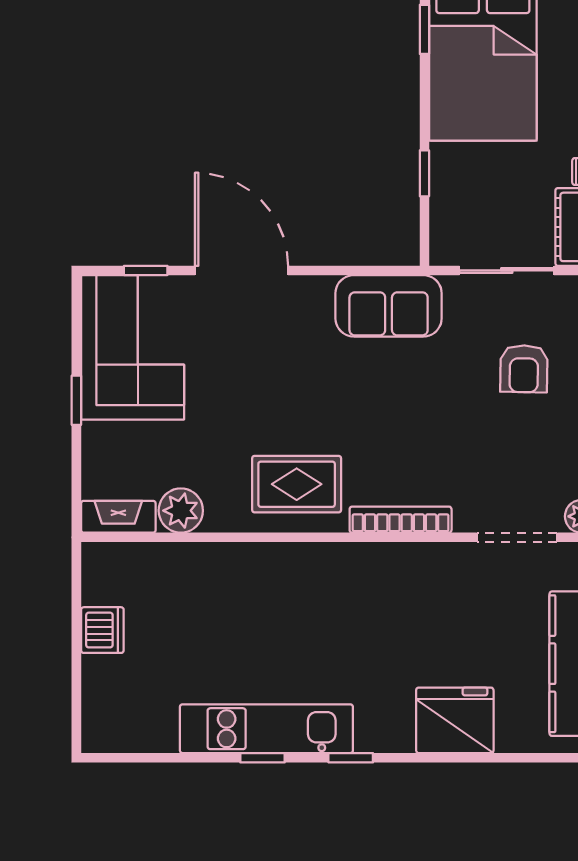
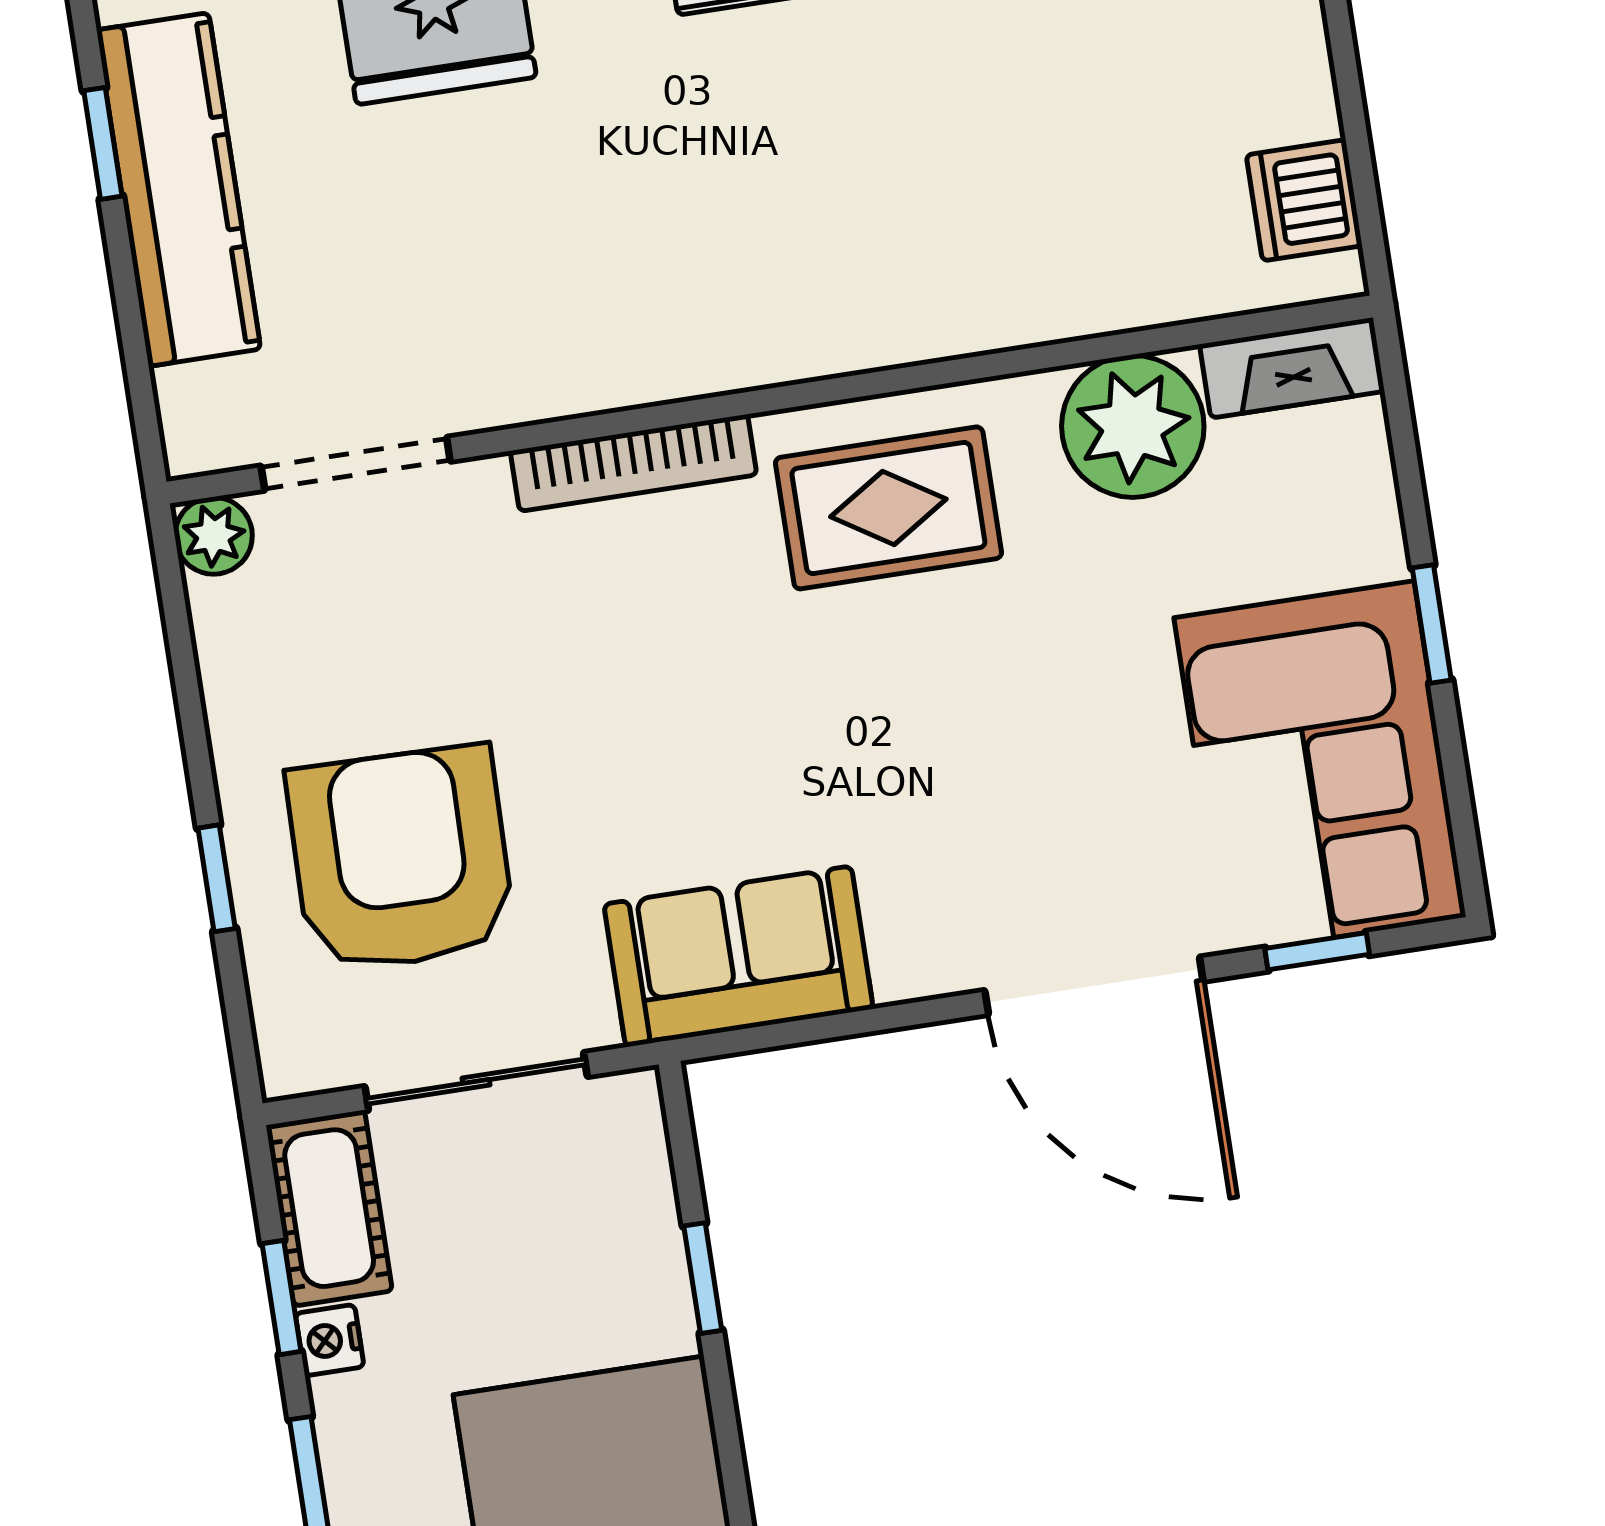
armchair: (524, 369) -> (401, 859), width x1.88, depth x1.88
plant: (181, 511) -> (1133, 426), width x1.36, depth x1.36
dishwasher: (102, 630) -> (1304, 200), moved

